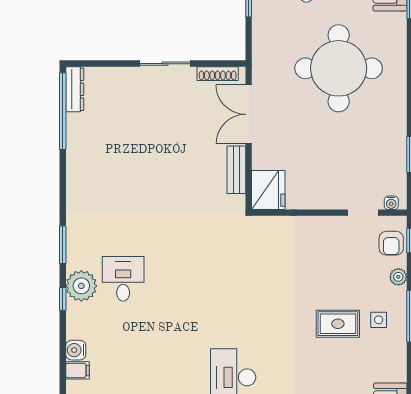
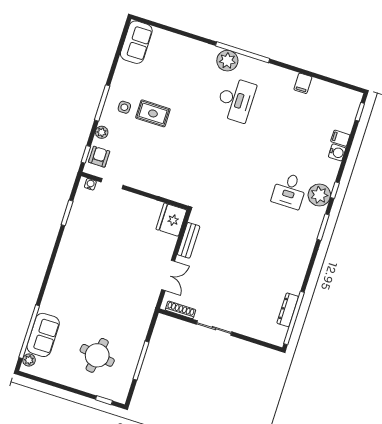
round table: (339, 68) -> (97, 287), removed
dresser: (75, 89) -> (288, 310), moved
double door: (249, 114) -> (168, 275), width x0.73

